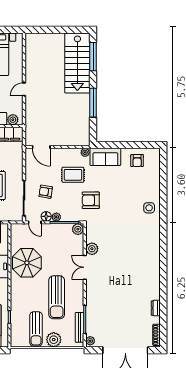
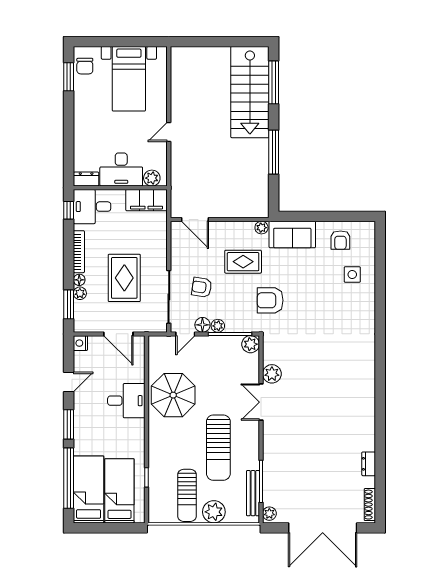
side table: (149, 208) -> (352, 275), moved
door: (35, 222) -> (185, 334), hinge flipped

